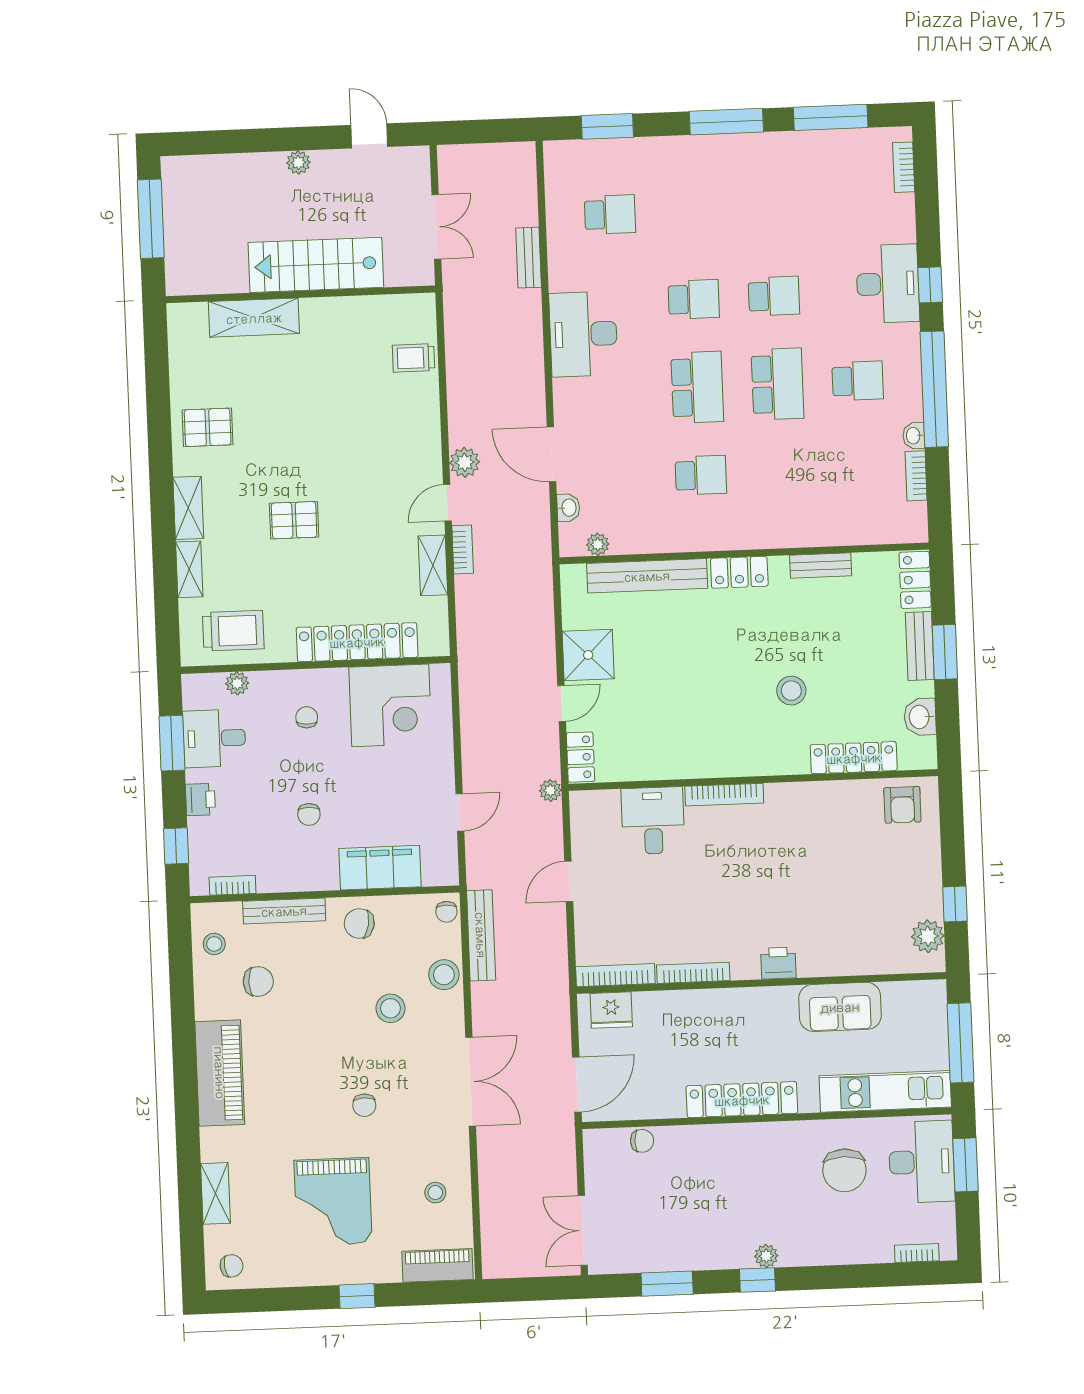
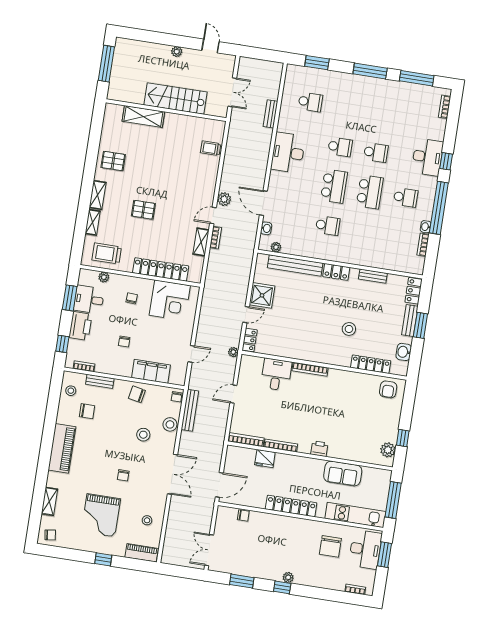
trolley: (233, 631) -> (107, 253), turned 180
printer: (200, 800) -> (80, 326), width x1.87, depth x1.48
bench: (284, 911) -> (100, 381), width x0.73
fridge: (611, 1010) -> (265, 459), moved

